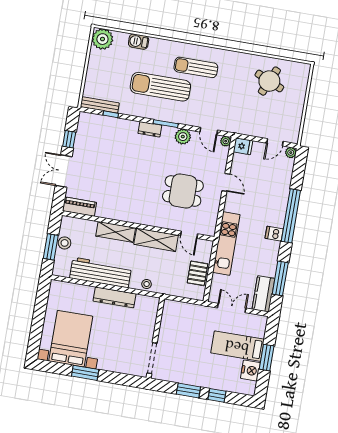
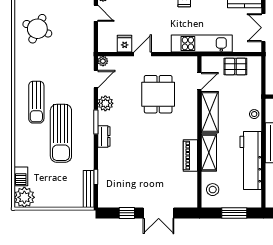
barbecue: (139, 42) -> (21, 176), moved
fridge: (243, 146) -> (125, 44), moved
piano: (79, 207) -> (190, 155), moved
stool: (65, 243) -> (213, 190), moved

